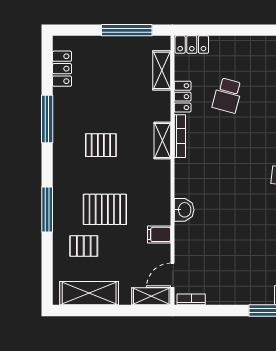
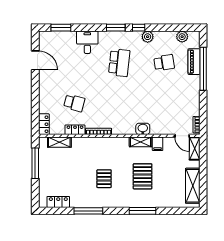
shelving: (162, 141) -> (141, 142), moved
pallet: (84, 246) -> (164, 189), removed

